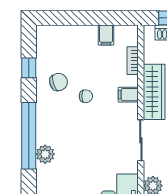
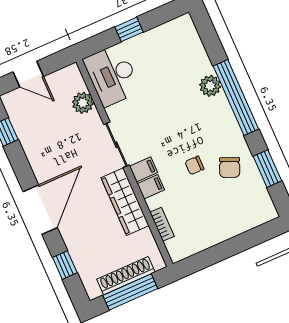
filing cabinet: (106, 35) -> (143, 169), moved, turned 90
window: (29, 68) -> (267, 169), width x1.50
chair: (59, 82) -> (230, 168), turned -48

